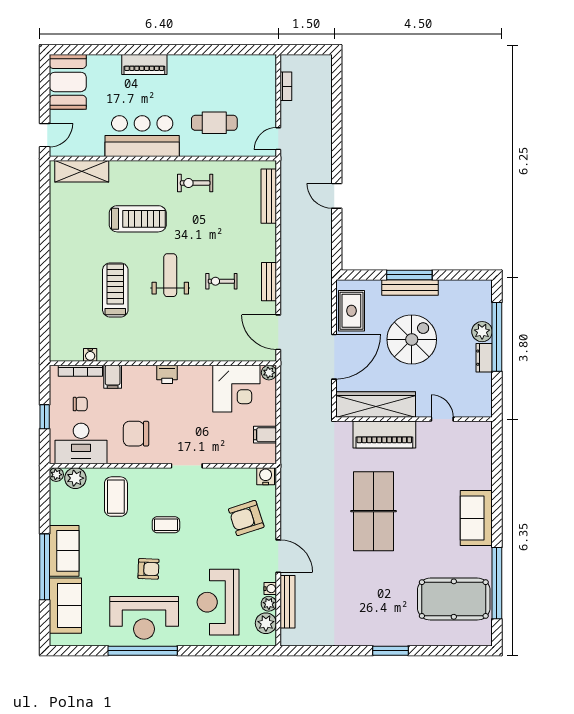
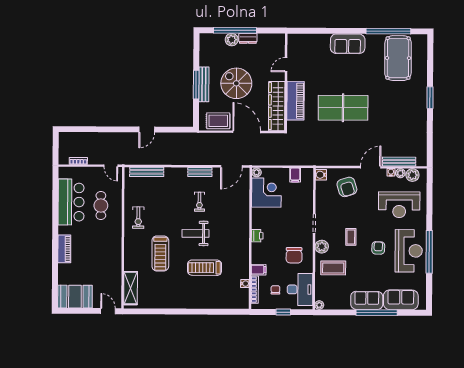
bar counter: (142, 136) -> (71, 202), moved, turned 180
treadmill: (138, 219) -> (160, 253), turned 180
plant: (75, 478) -> (322, 247), moved

